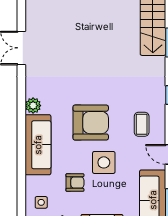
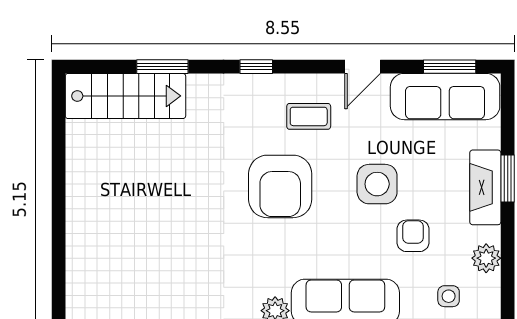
armchair: (91, 123) -> (280, 186), moved, turned 180

